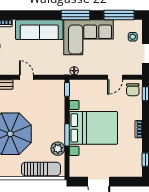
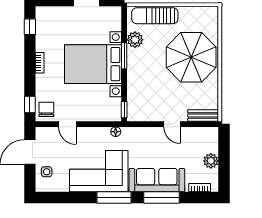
window: (119, 15) -> (161, 198), moved
door: (115, 77) -> (67, 124), swing flipped

